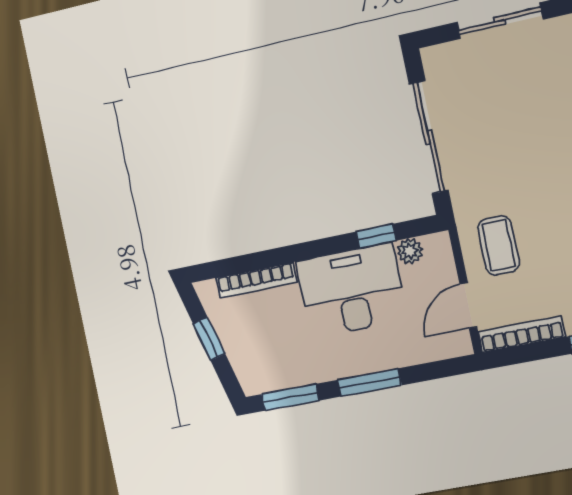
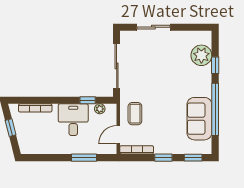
desk: (351, 290) -> (73, 120), width x0.73
window: (369, 383) -> (84, 158), moved
window: (290, 397) -> (39, 158), removed

